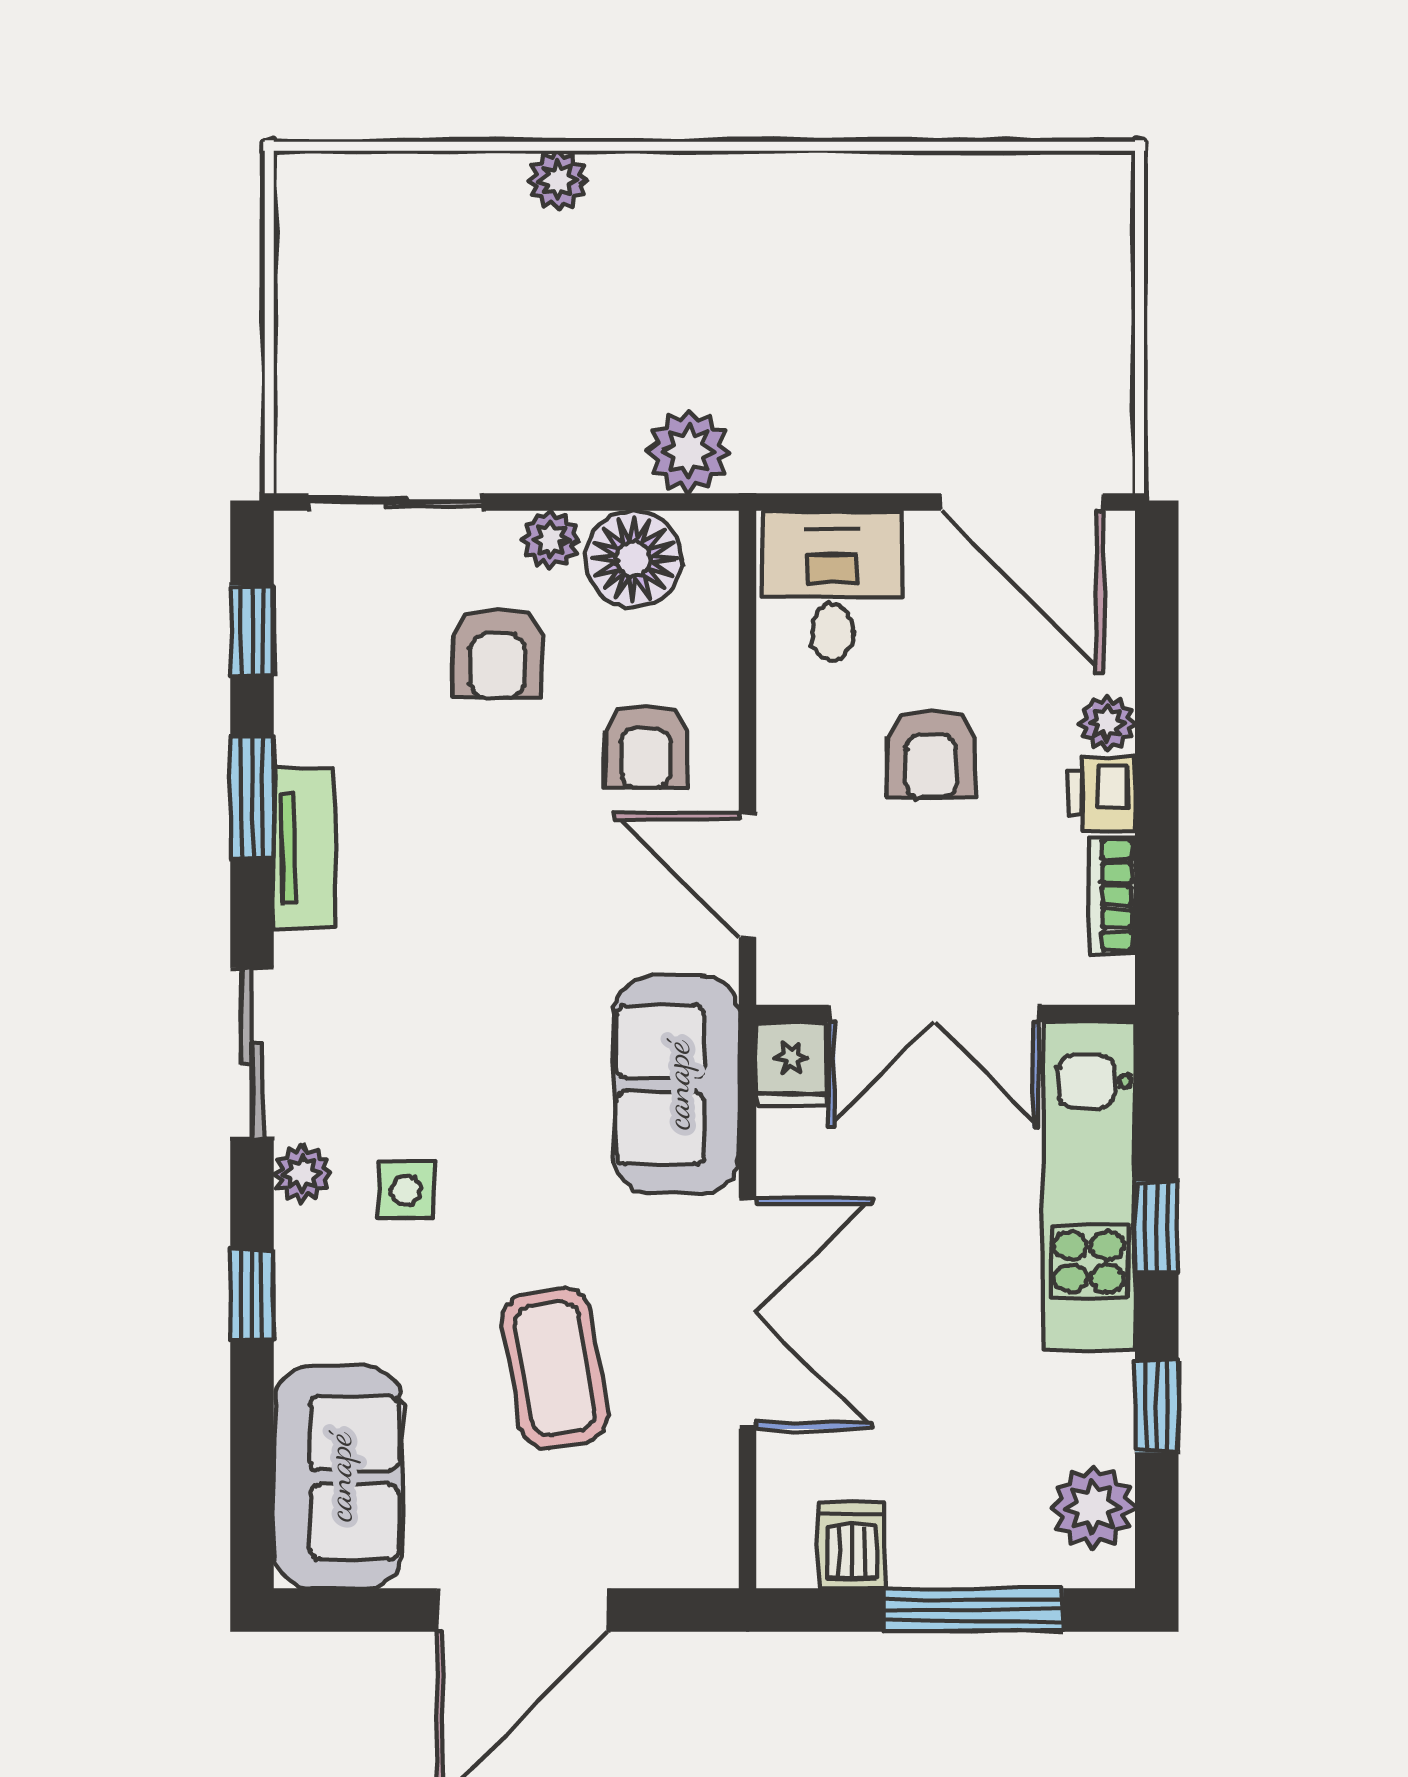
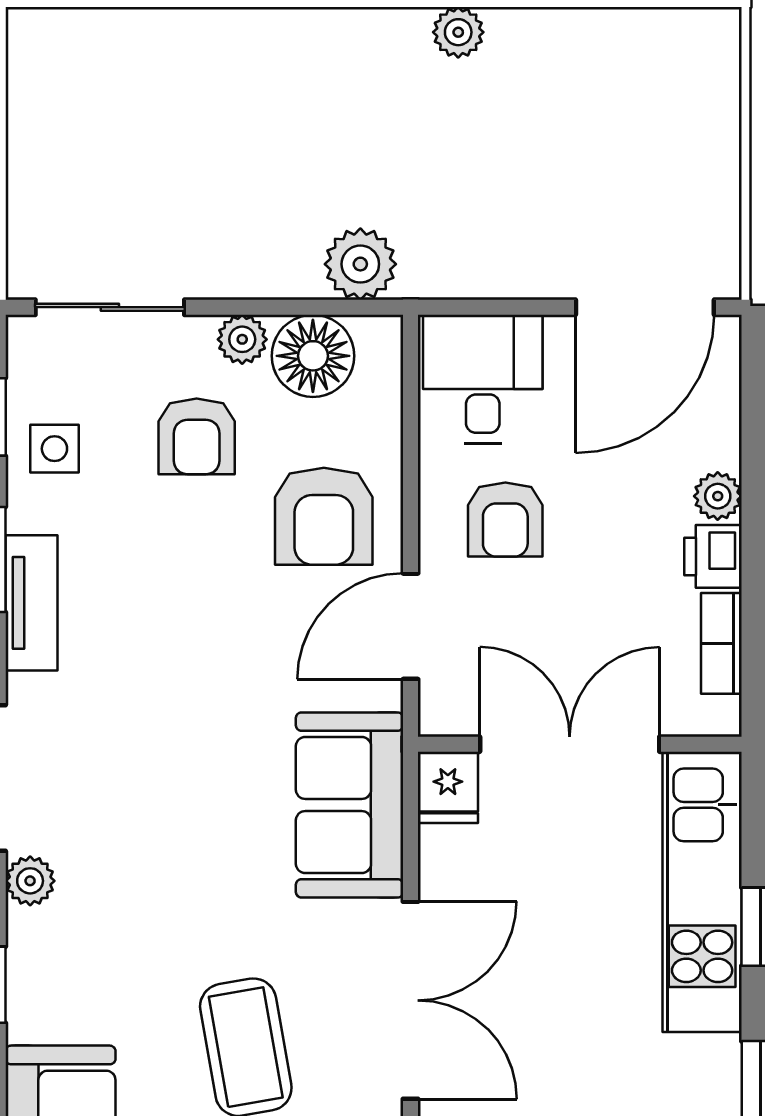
plant: (557, 180) -> (458, 32), moved
door: (1022, 502) -> (645, 307), hinge flipped
armchair: (646, 747) -> (324, 516), width x1.38, depth x1.38
armchair: (931, 754) -> (505, 520), moved
door: (748, 875) -> (411, 626), hinge flipped
double door: (934, 1014) -> (570, 744), swing flipped
side table: (406, 1190) -> (54, 449), moved

